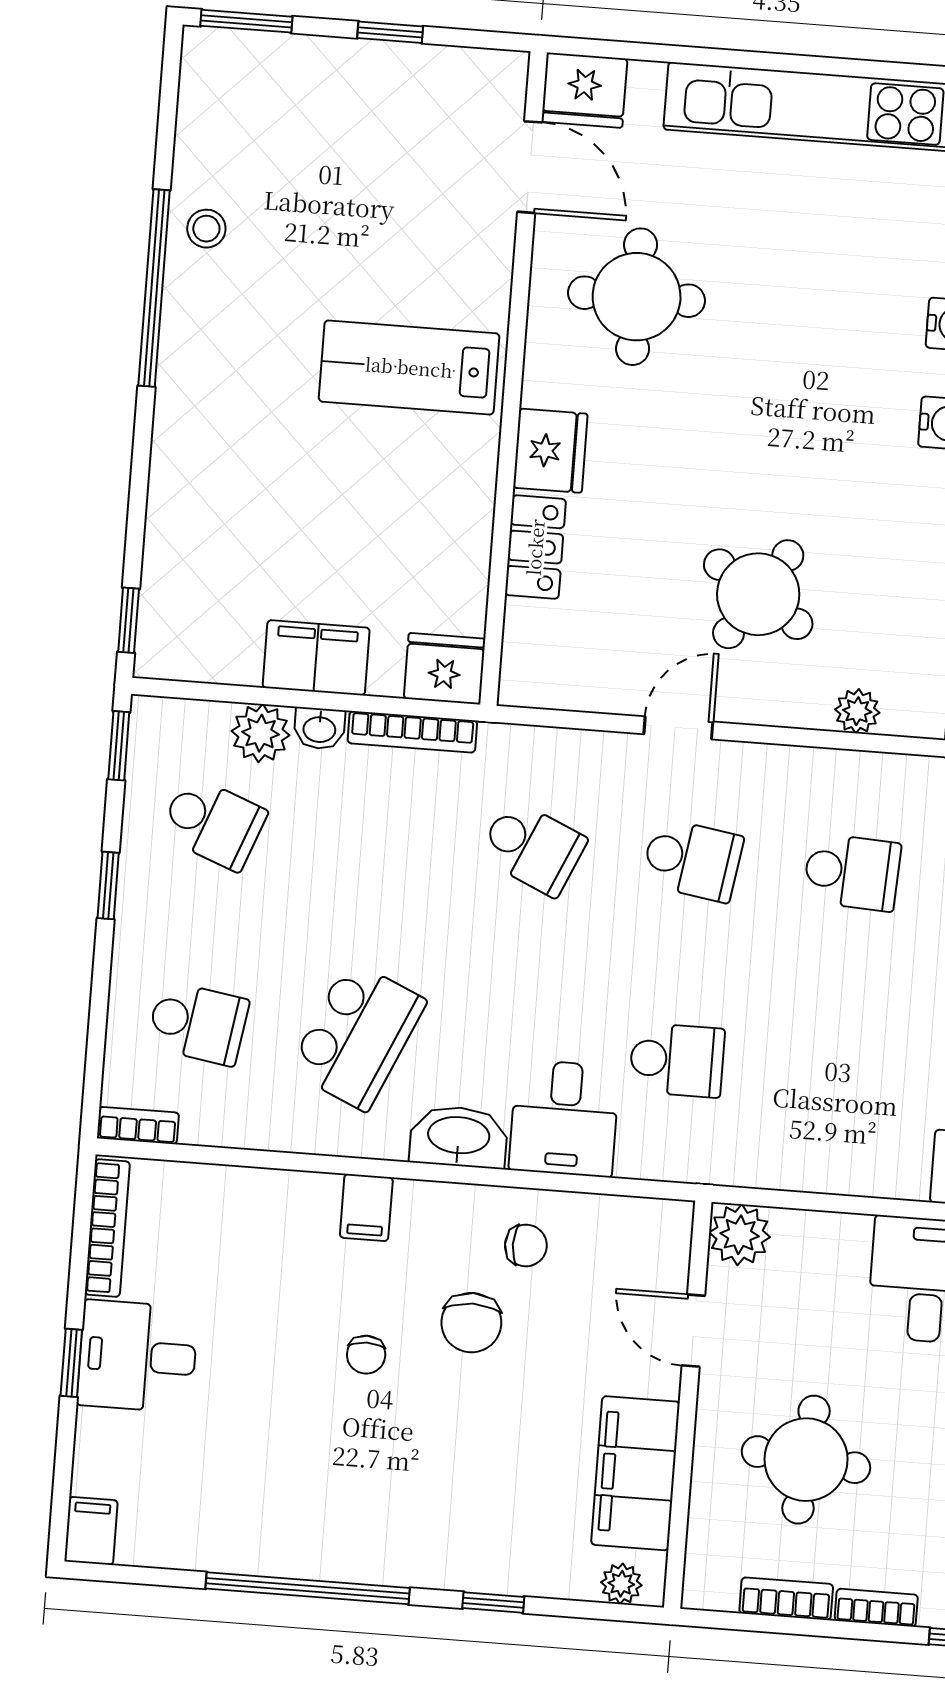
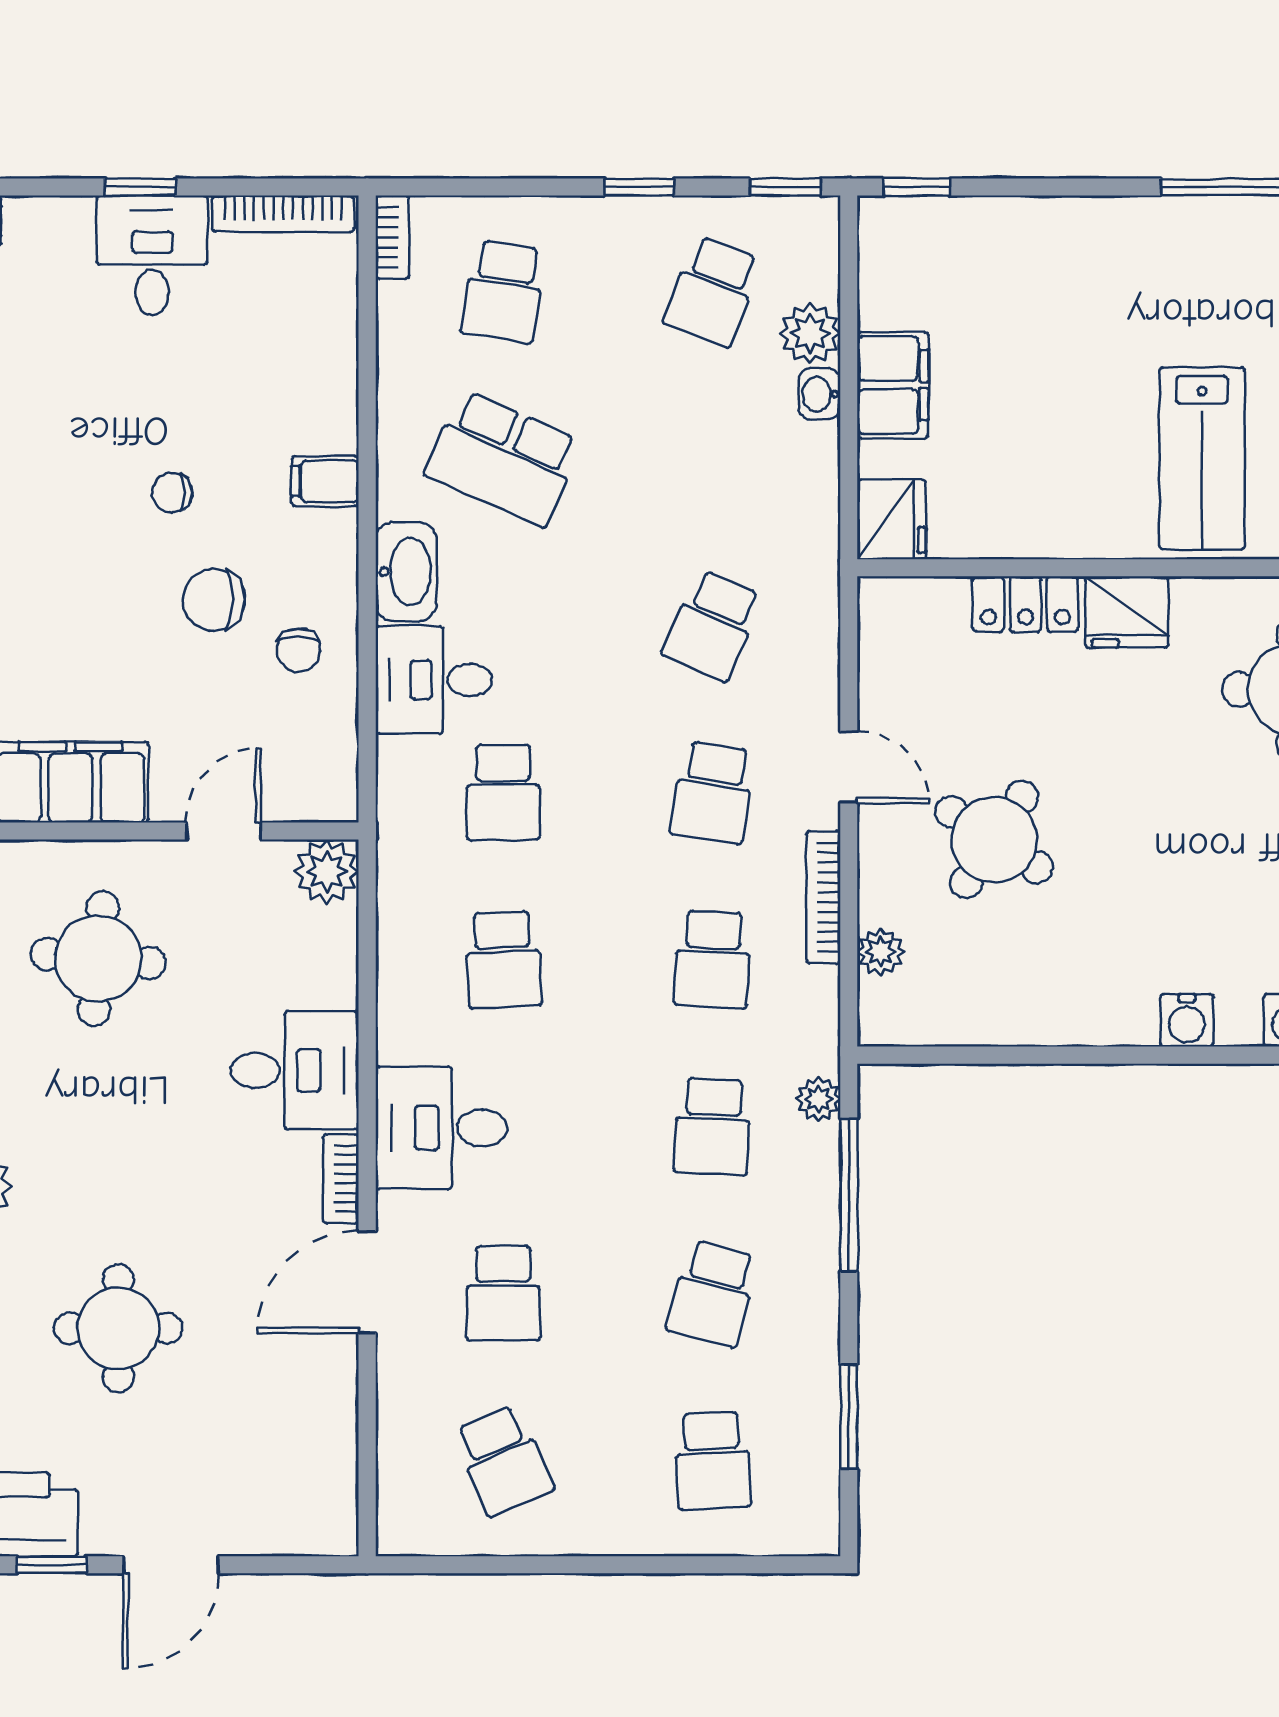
lab bench: (409, 367) -> (1202, 458), turned 180
bookcase: (412, 732) -> (823, 897), moved
school desk: (837, 1072) -> (503, 959), added

